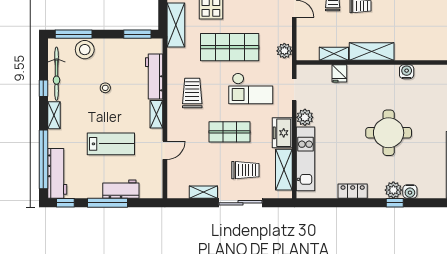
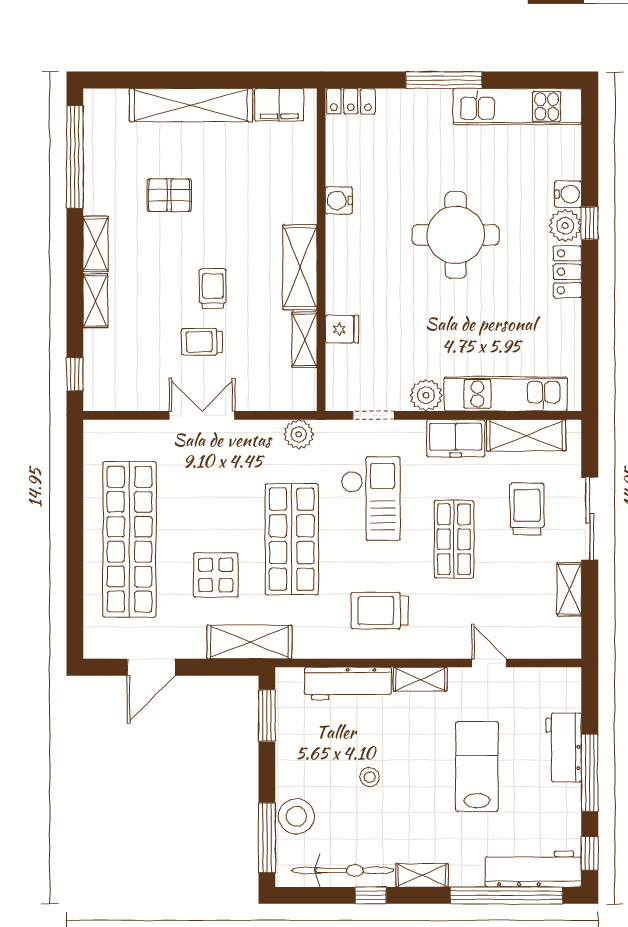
locker: (353, 191) -> (567, 272), moved

